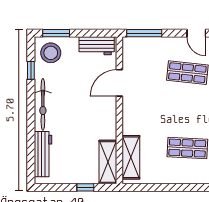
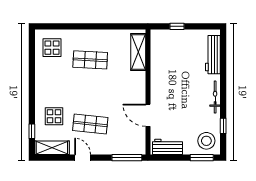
door: (119, 83) -> (148, 115), swing flipped
bicycle: (43, 104) -> (215, 97), width x0.73, depth x0.71
shelving: (108, 162) -> (158, 48), removed

